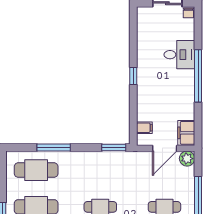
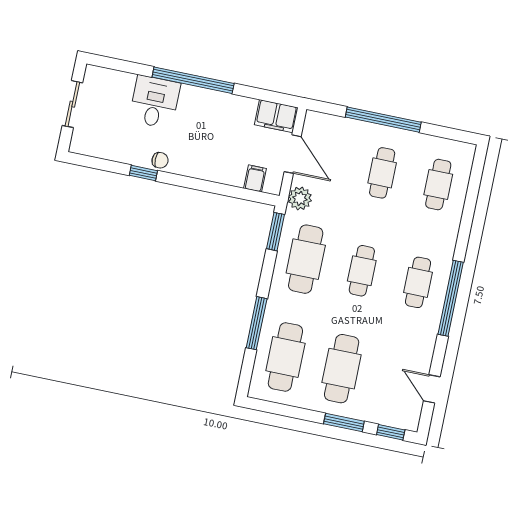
chair: (188, 13) -> (160, 160), moved
window: (133, 76) -> (143, 173), moved
plant: (187, 159) -> (300, 198), moved
cafe table: (100, 170) -> (306, 259), added

